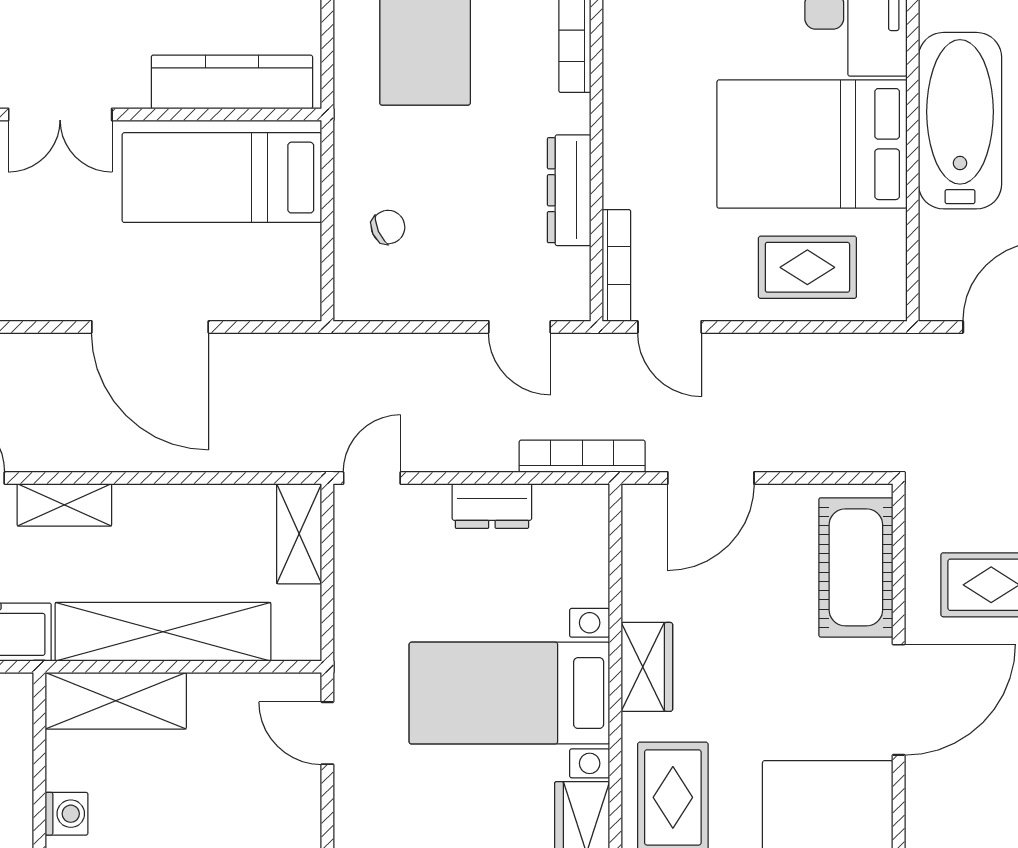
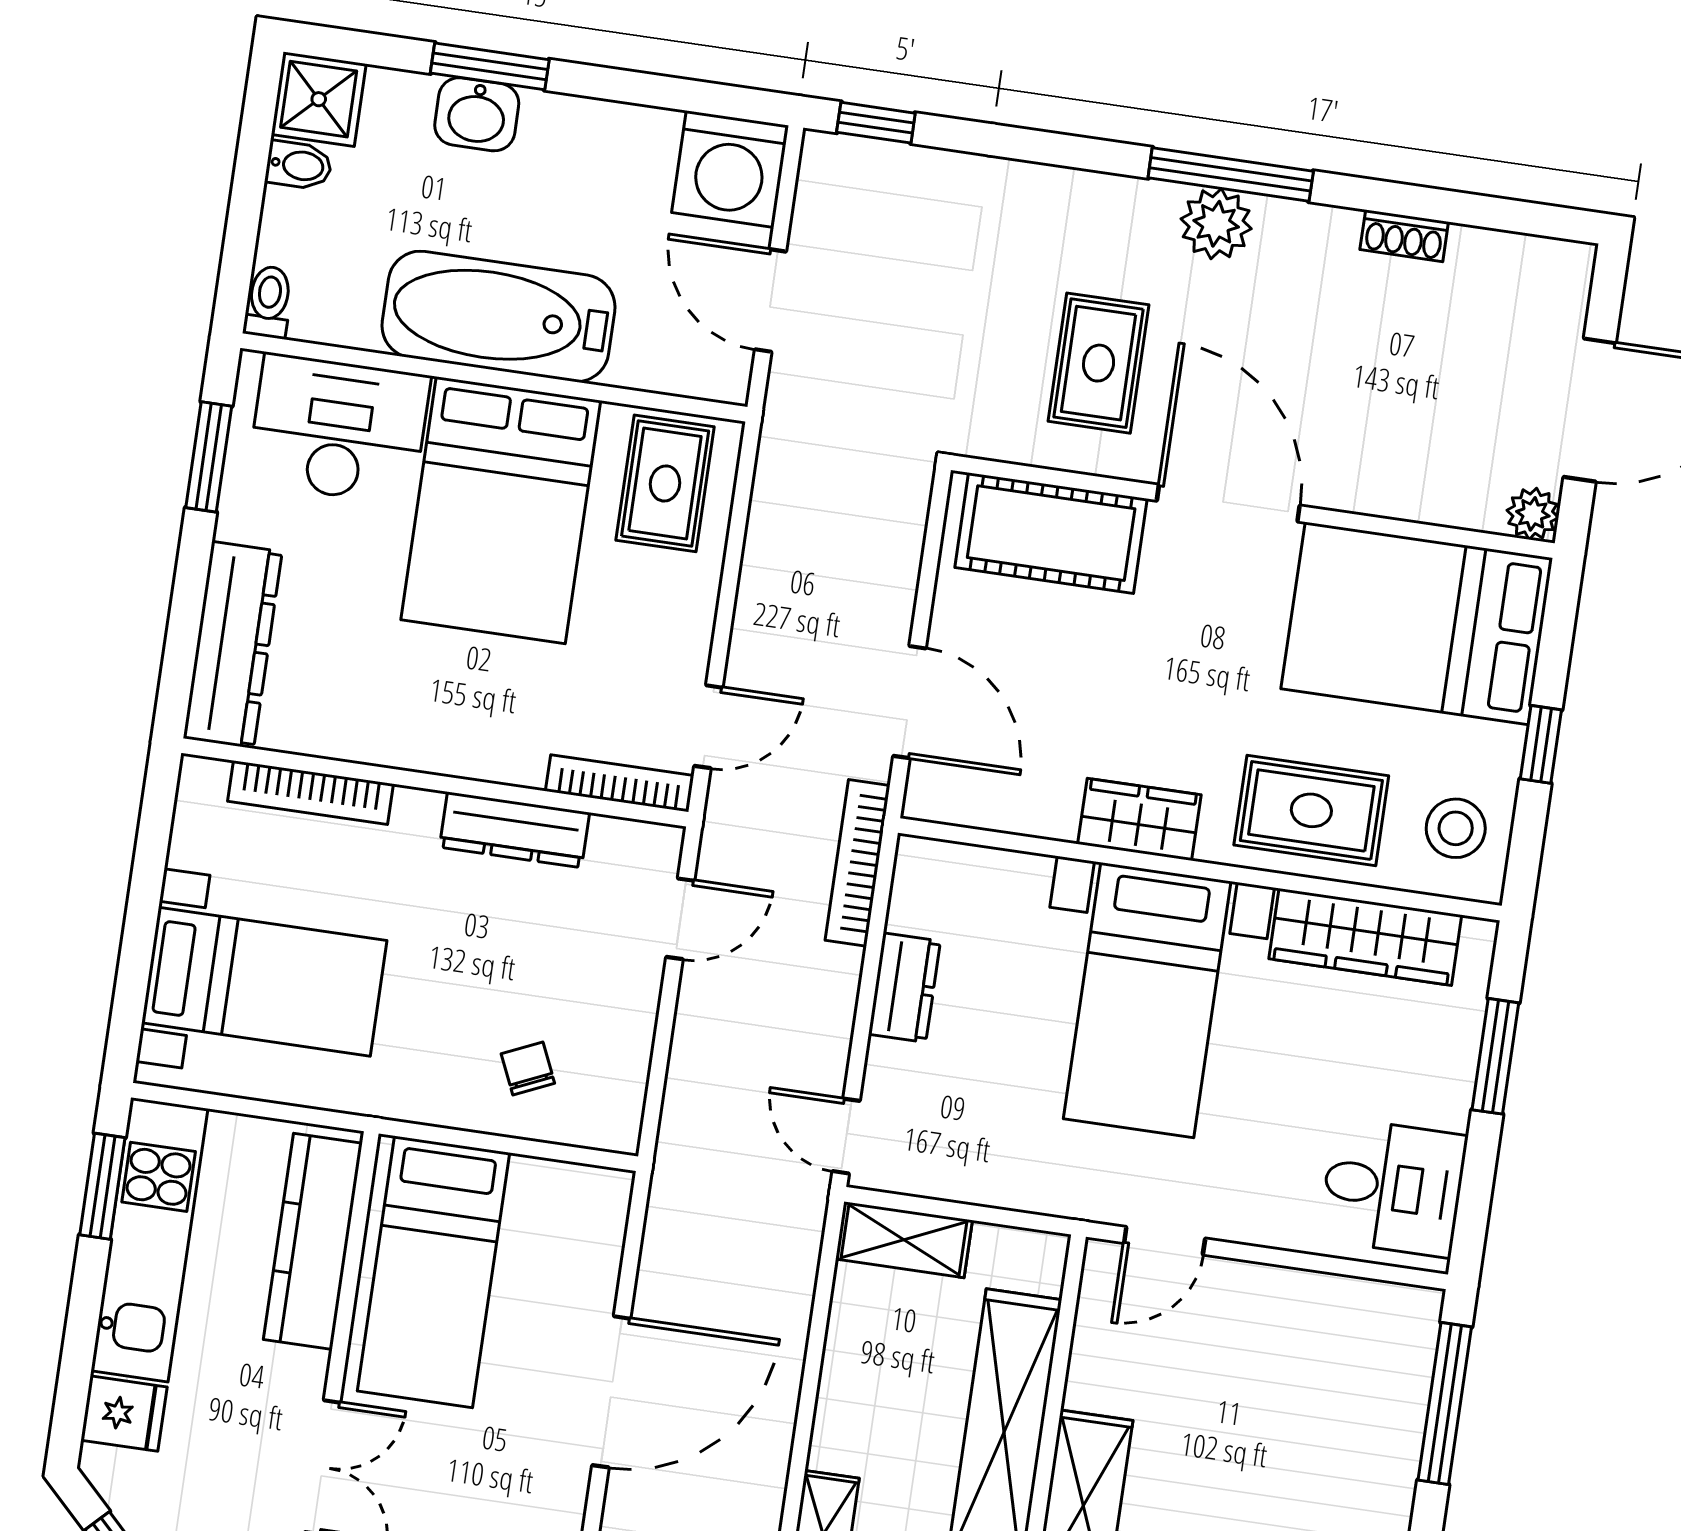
rug: (807, 267) -> (665, 483), moved

